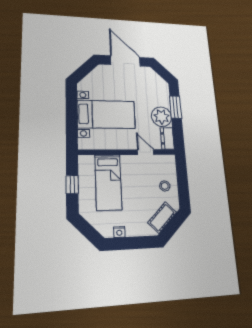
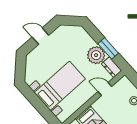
door: (125, 61) -> (40, 36), width x0.53
window: (176, 107) -> (108, 48), moved

